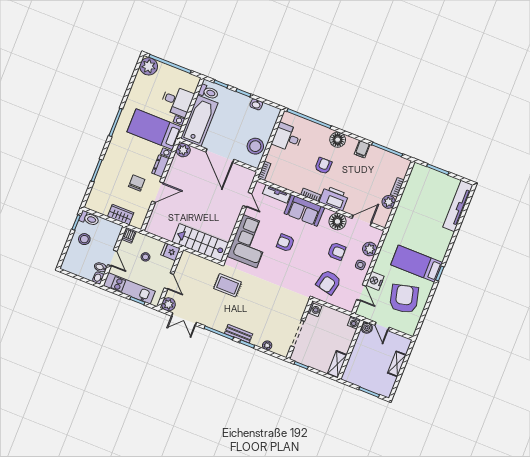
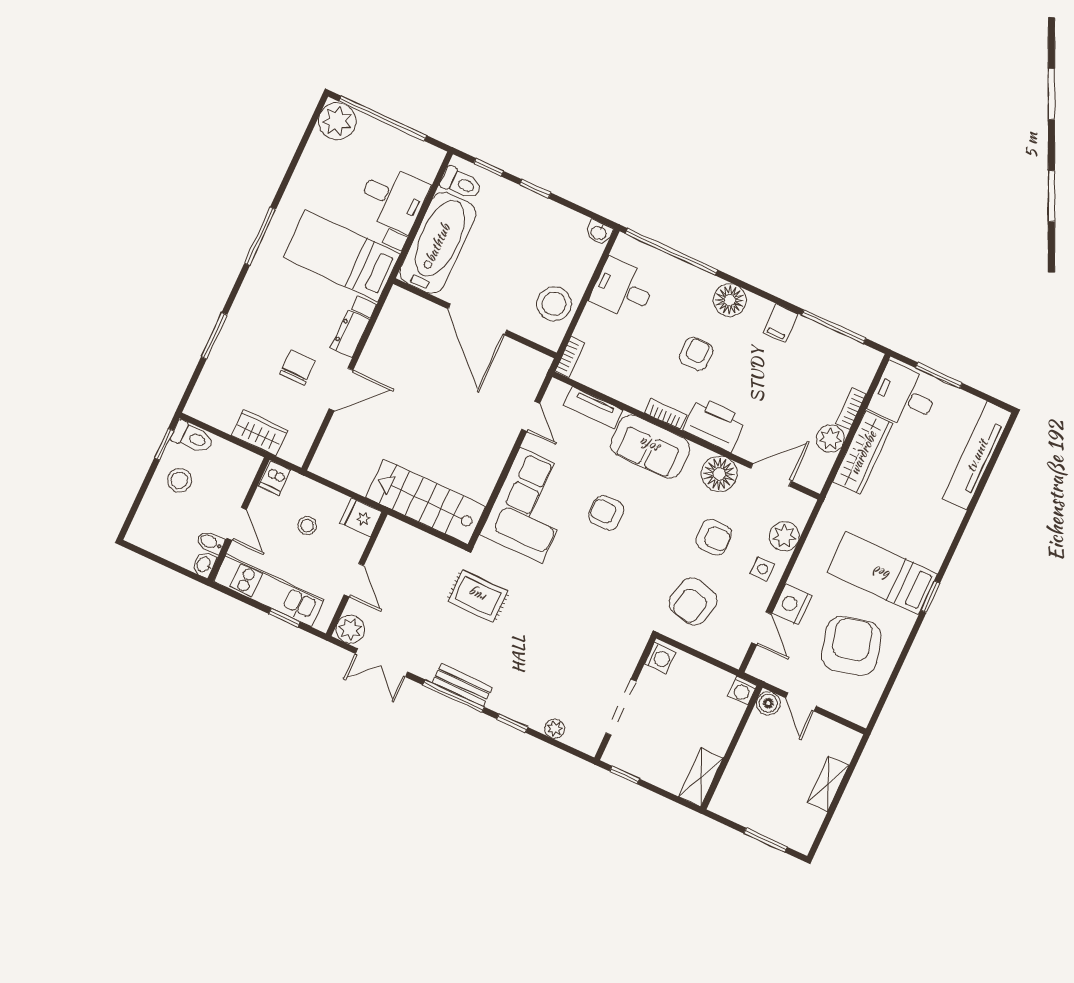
washbasin: (256, 104) -> (599, 232), moved
plant: (183, 150) -> (400, 303), removed
desk: (422, 180) -> (904, 396), added
wardrobe: (404, 208) -> (863, 453), added
bench: (239, 334) -> (462, 685), moved

